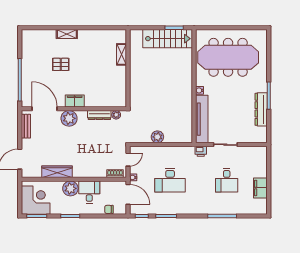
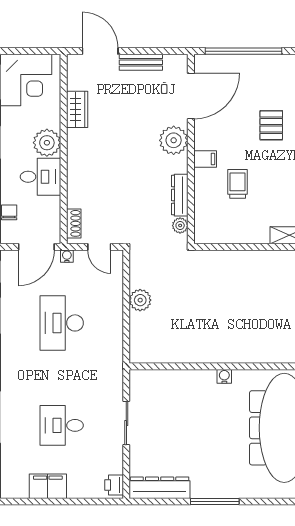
trolley: (93, 83) -> (238, 184), added
filing cabinet: (75, 101) -> (205, 159), width x0.50
dresser: (261, 109) -> (160, 488), moved
tv unit: (202, 119) -> (172, 380), removed
bench: (26, 126) -> (141, 62), moved
printer: (201, 151) -> (114, 485), moved
wardrobe: (57, 172) -> (77, 109), width x0.67

